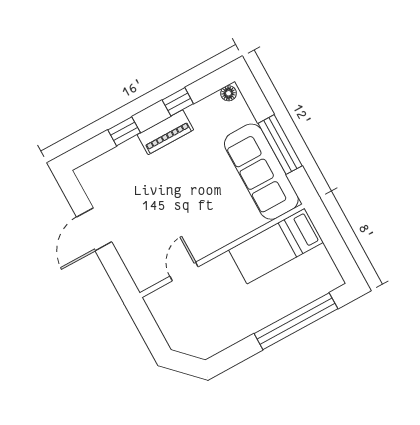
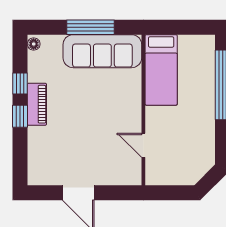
window: (124, 131) -> (20, 116), moved

